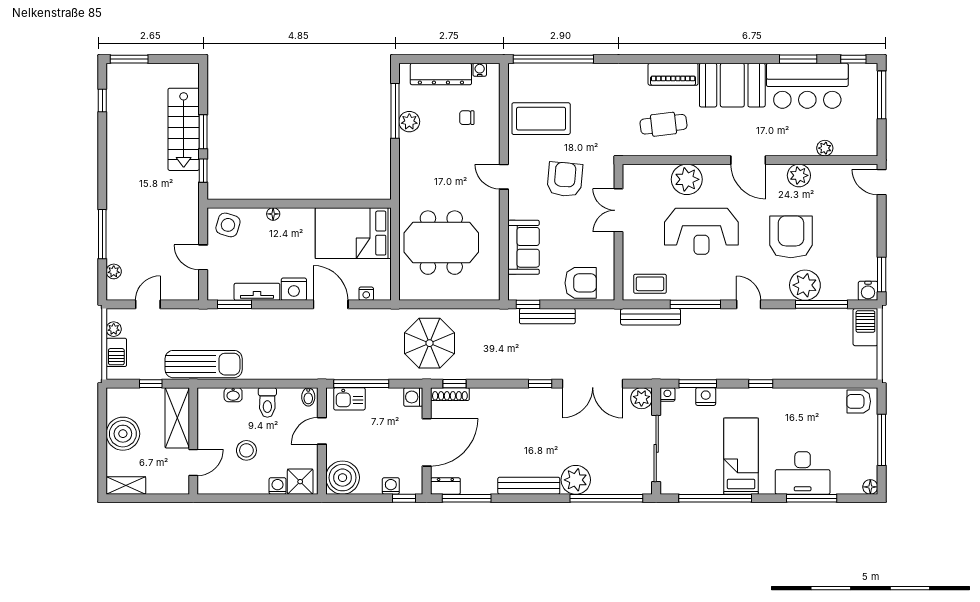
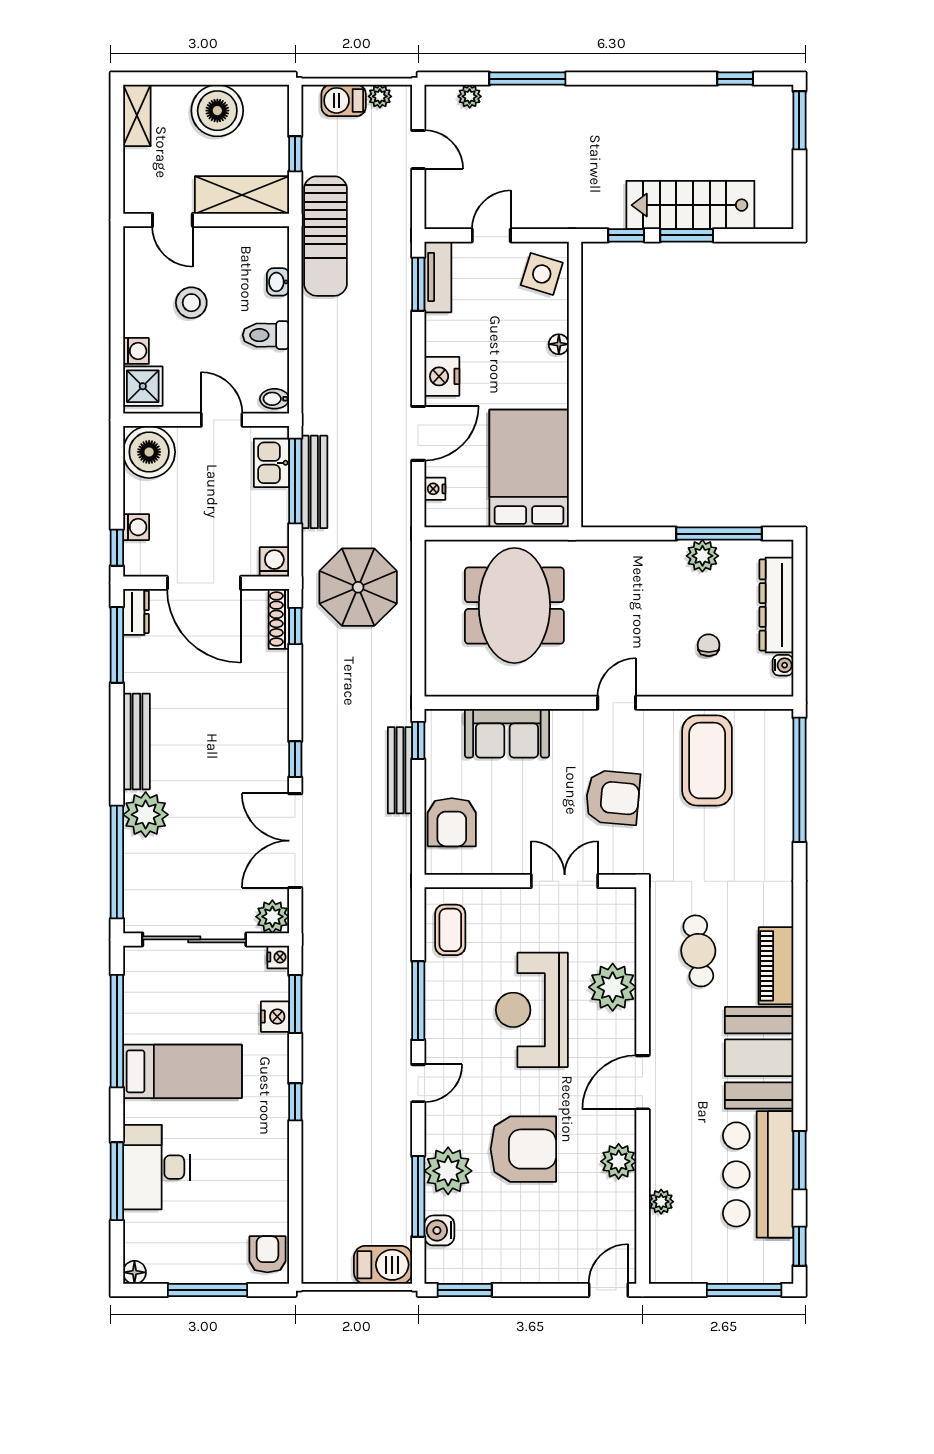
water cooler: (868, 291) -> (439, 1230), moved
tv unit: (257, 292) -> (438, 277), moved
bench: (651, 317) -> (314, 482), moved

